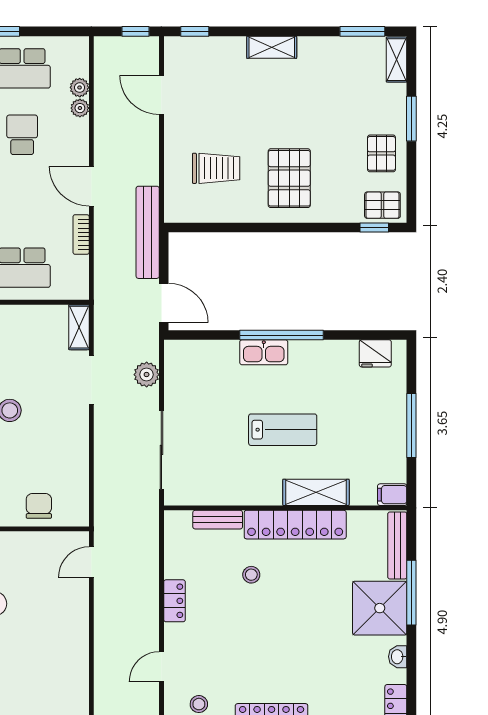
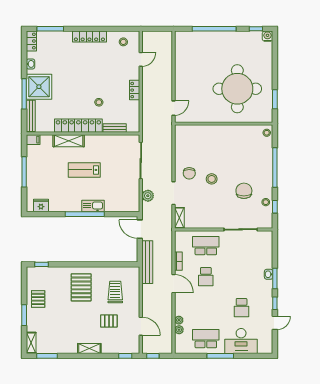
school desk: (22, 135) -> (206, 277), moved
trolley: (216, 168) -> (115, 292), turned 90
pallet: (382, 205) -> (109, 321), moved
chair: (39, 506) -> (189, 173), moved

